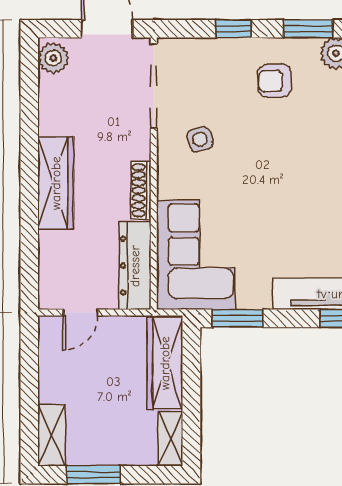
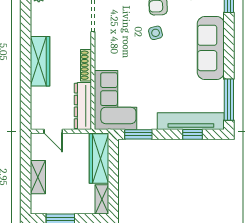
side table: (200, 139) -> (156, 33), moved
door: (80, 313) -> (53, 131), hinge flipped
shelving: (52, 435) -> (38, 177), moved

